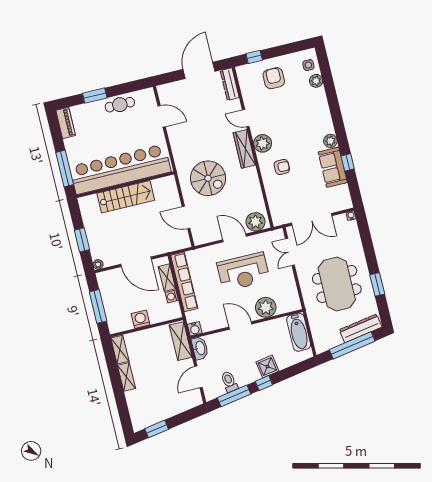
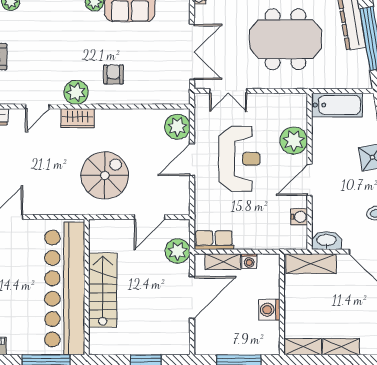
wardrobe: (244, 149) -> (77, 118), width x0.67
plant: (98, 264) -> (178, 251), moved, width x1.88, depth x1.88
row of seats: (184, 282) -> (214, 240), width x0.50
water cooler: (195, 329) -> (299, 217), moved

